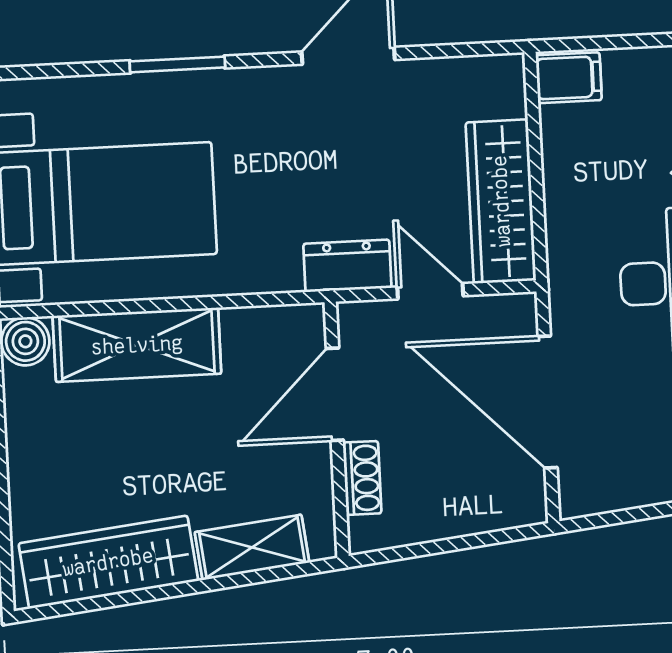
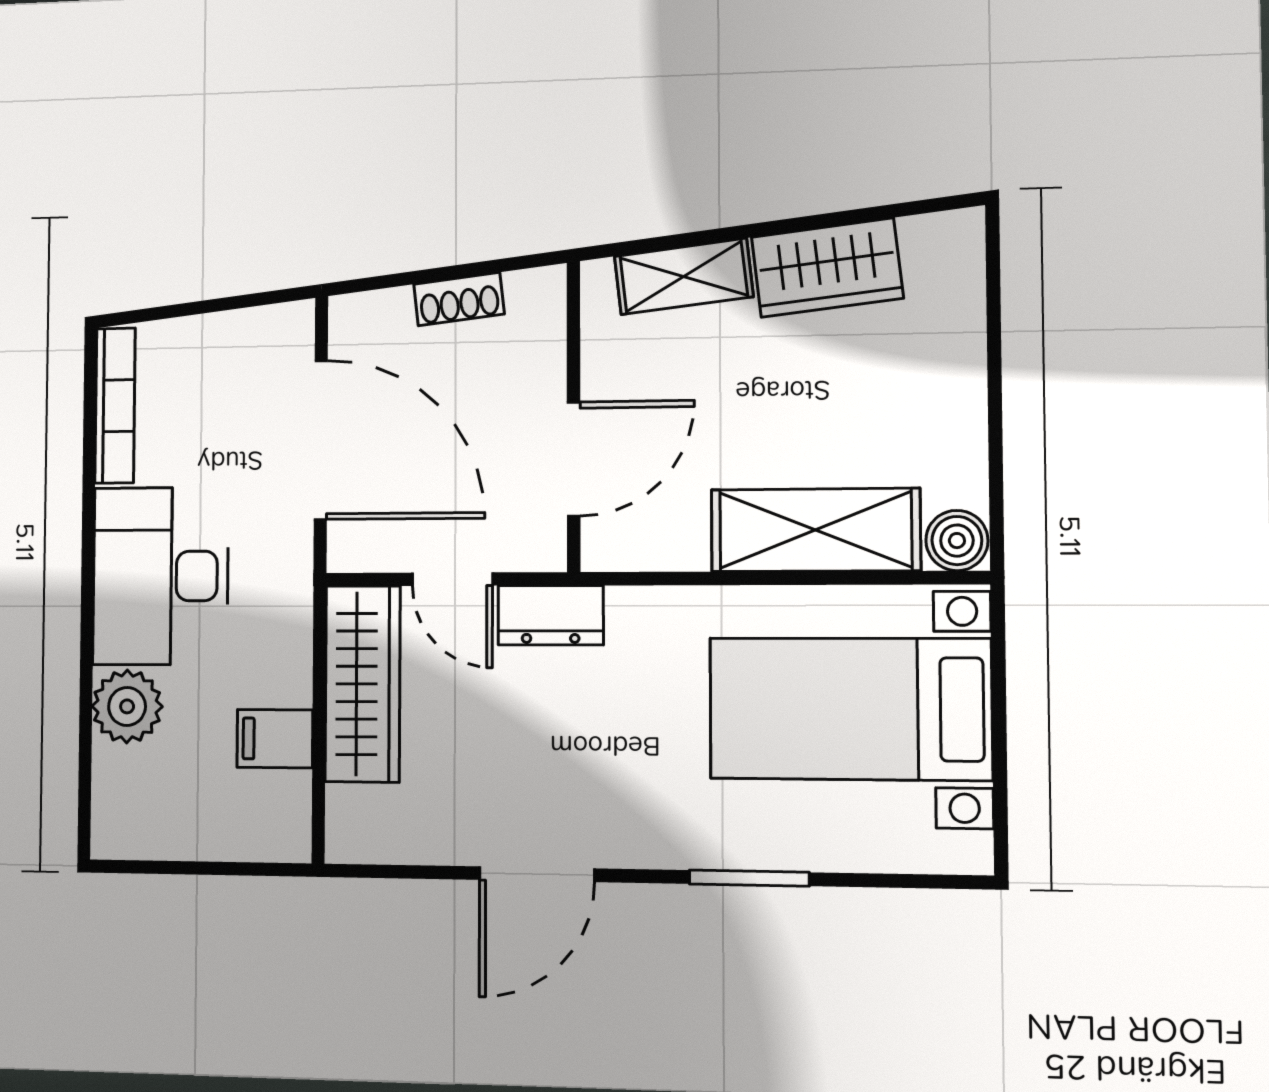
filing cabinet: (569, 78) -> (275, 739), moved
shoe rack: (362, 478) -> (459, 299), moved, turned -96
wardrobe: (108, 562) -> (827, 268), width x0.67

